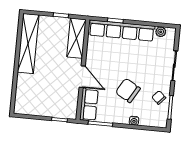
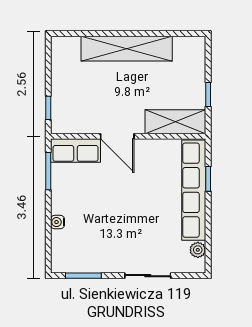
shelving: (28, 44) -> (127, 49), moved
door: (82, 77) -> (117, 136), hinge flipped
chair: (128, 90) -> (103, 208), removed
chair: (159, 98) -> (97, 257), removed

